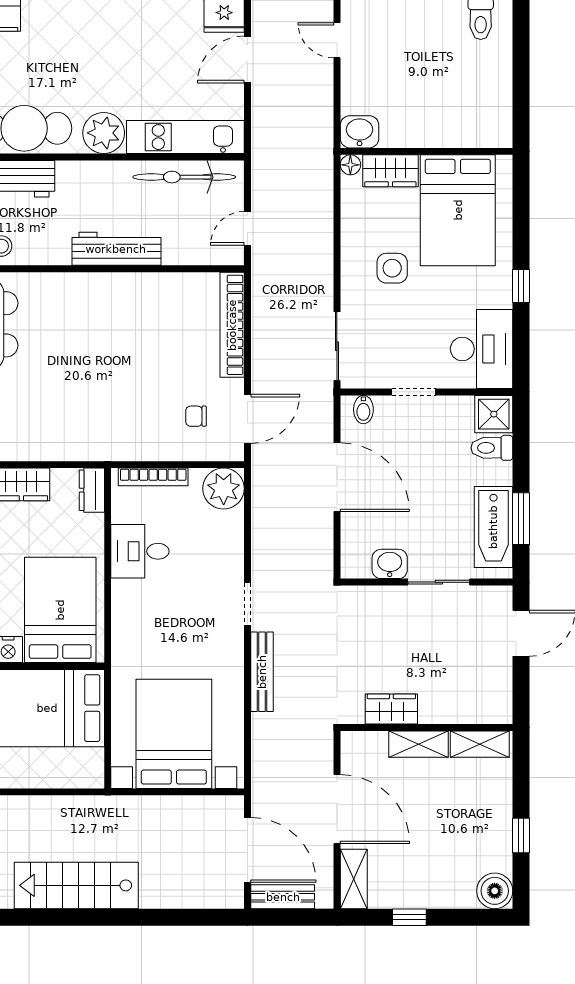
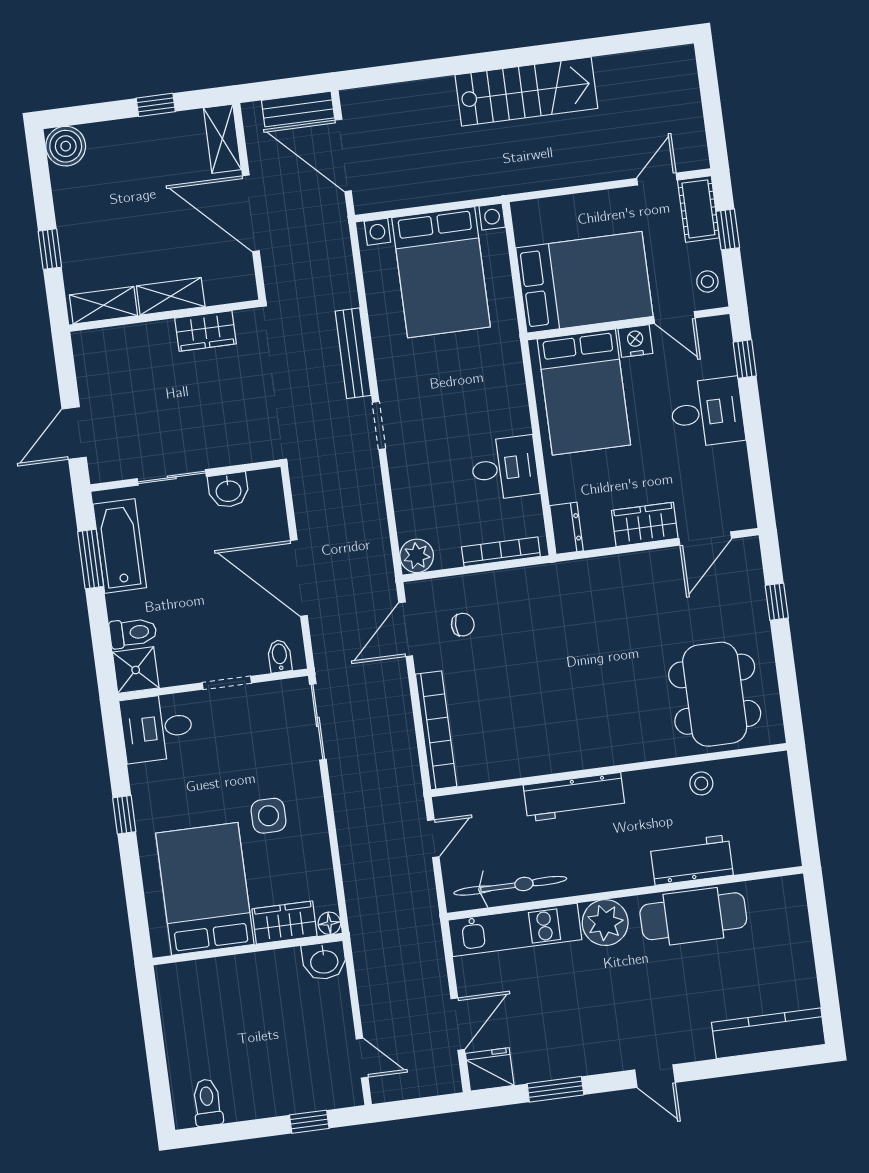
desk: (482, 349) -> (157, 728), width x0.73
plant: (224, 489) -> (417, 556), width x0.73, depth x0.73
window: (521, 836) -> (50, 249), moved

